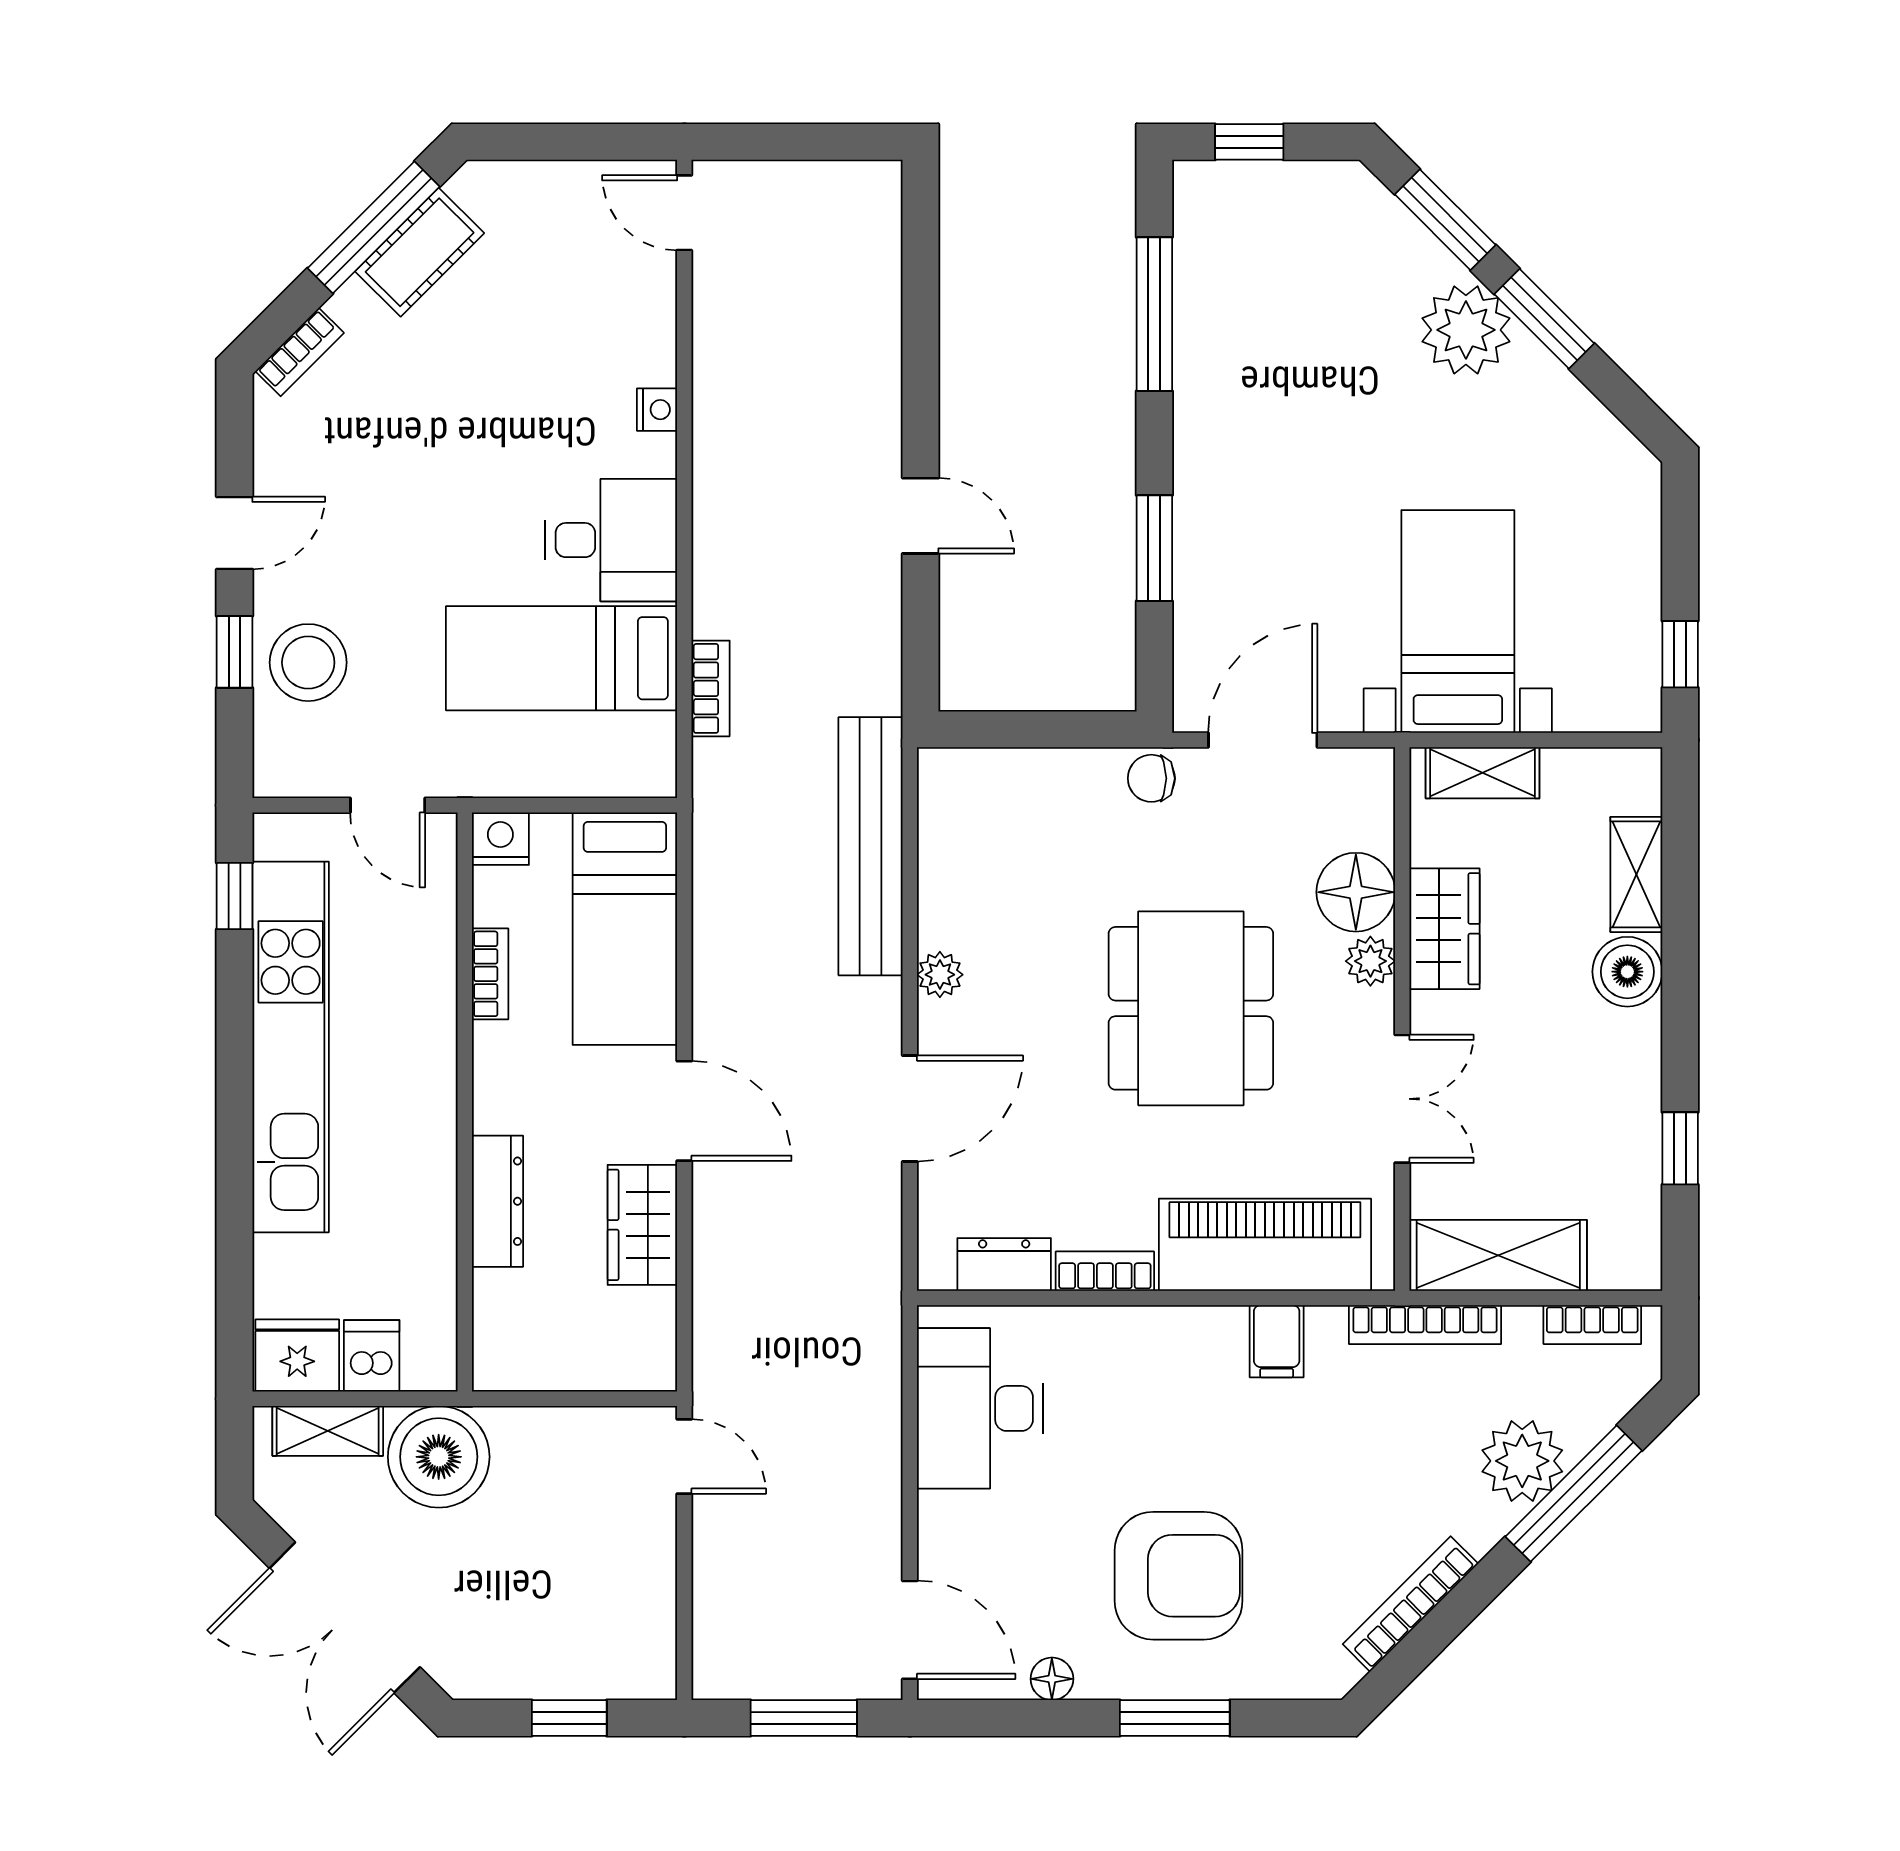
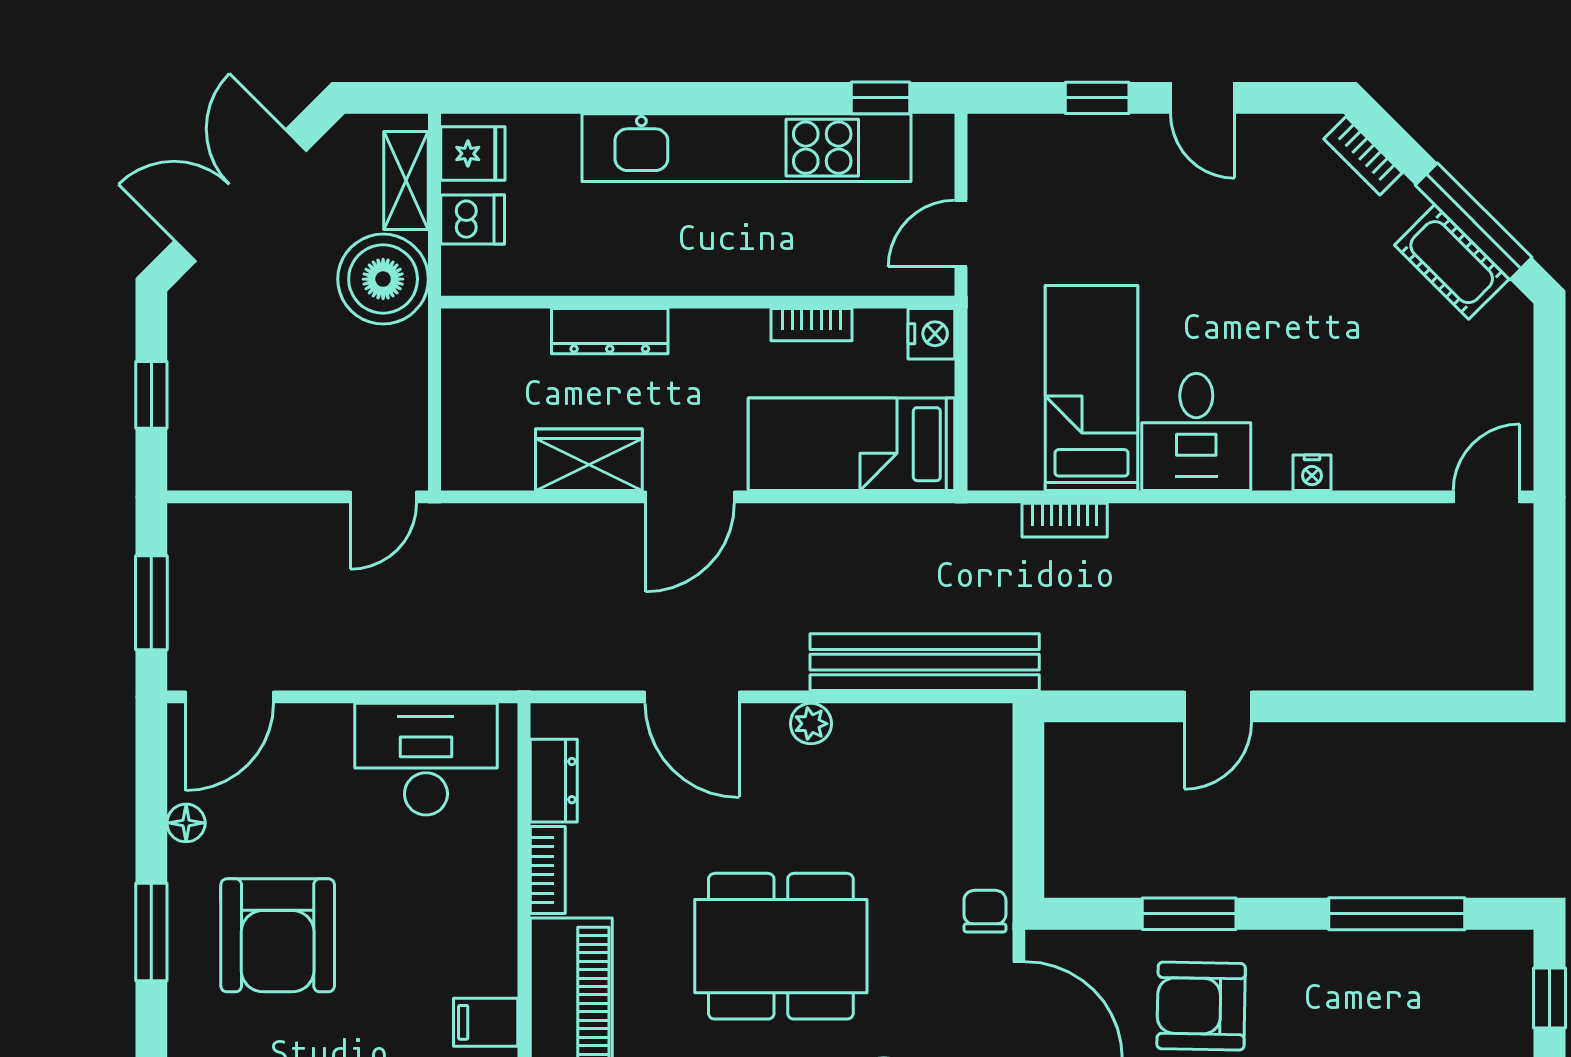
armchair: (1258, 535) -> (1201, 1006), added
stool: (308, 663) -> (1088, 163), removed
fridge: (297, 1356) -> (473, 154), width x0.72

